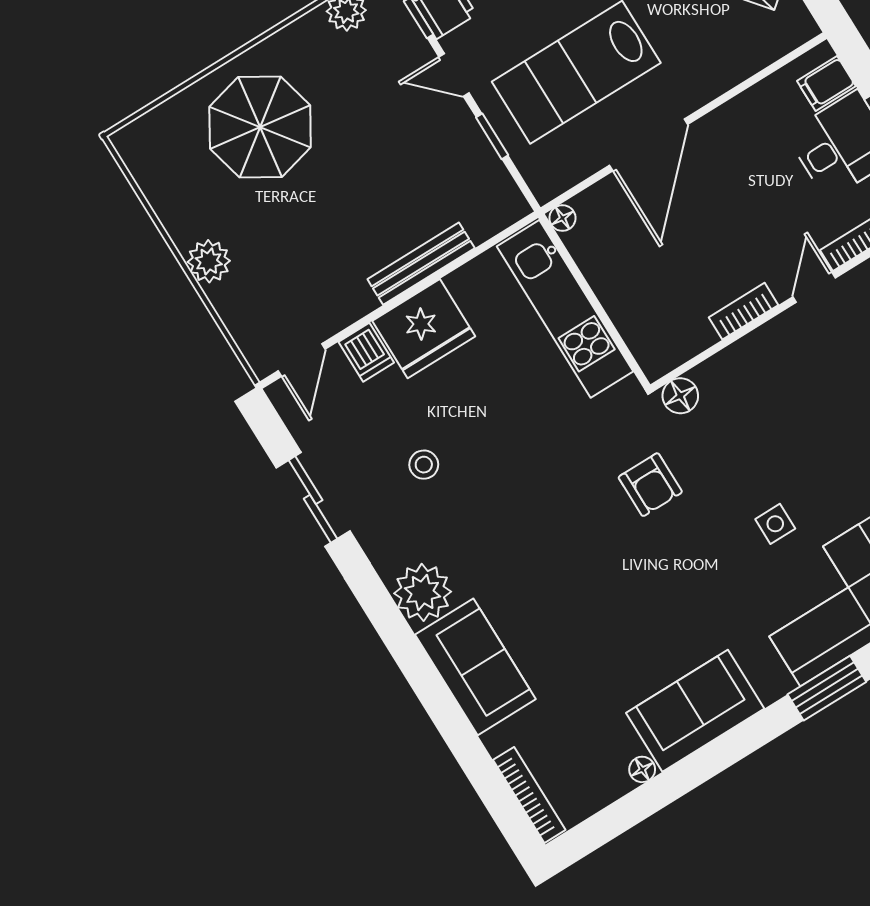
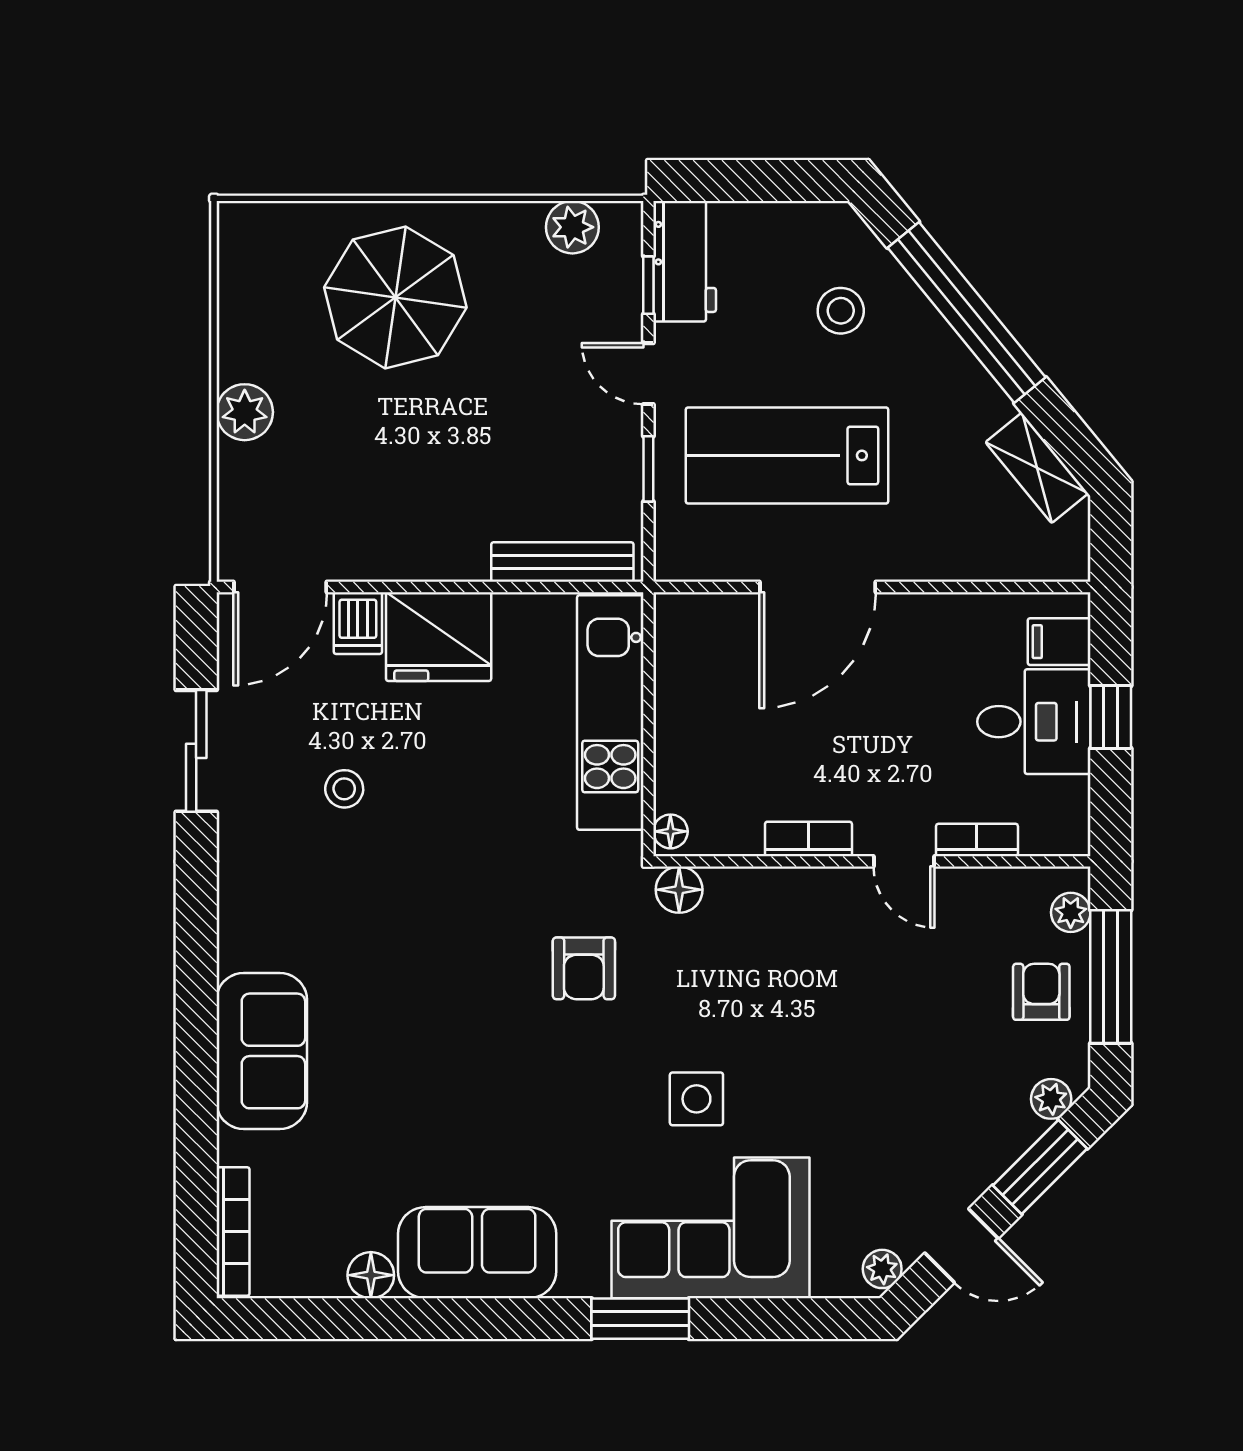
floor lamp: (562, 218) -> (670, 831), moved
bench: (421, 264) -> (562, 562), moved
door: (814, 287) -> (904, 861), swing flipped
door: (302, 360) -> (280, 587), width x1.38
side table: (775, 524) -> (696, 1099), width x1.37, depth x1.37
plant: (423, 592) -> (254, 931), removed
floor lamp: (642, 769) -> (371, 1275), width x1.37, depth x1.37

